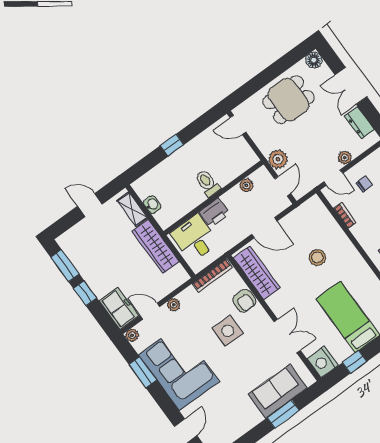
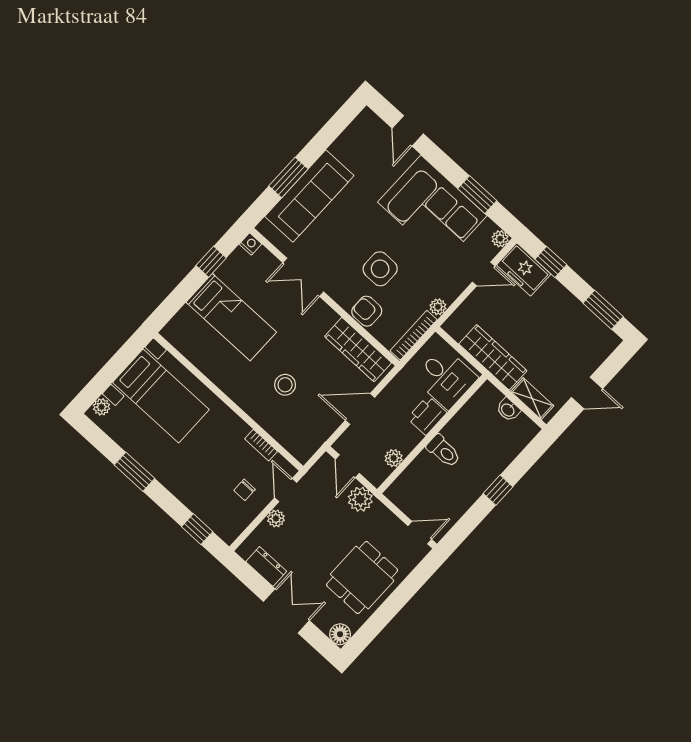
door: (333, 178) -> (286, 490), hinge flipped
window: (85, 293) -> (551, 262), moved
plant: (174, 305) -> (438, 307), moved
nightstand: (323, 362) -> (250, 244), width x0.53, depth x0.56
sofa: (278, 391) -> (309, 196), width x1.36

